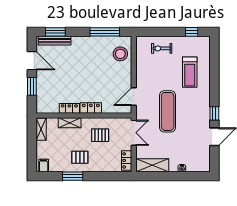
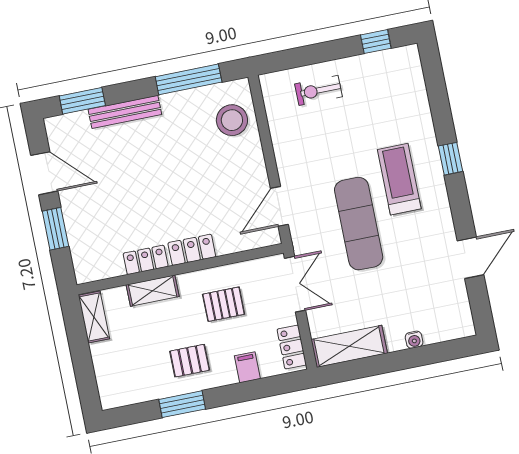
bench: (55, 41) -> (125, 112), moved
treadmill: (190, 72) -> (399, 179), moved, turned 180
window: (214, 113) -> (451, 159), moved
filing cabinet: (44, 165) -> (247, 367), moved

